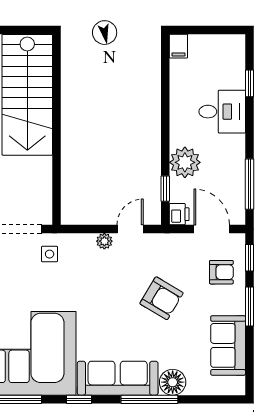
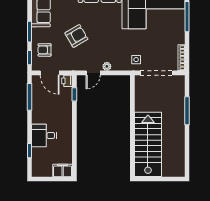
filing cabinet: (178, 46) -> (63, 170), width x2.00
plant: (185, 162) -> (64, 108), removed
armchair: (162, 298) -> (76, 36), turned 119

